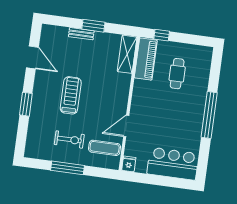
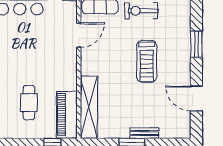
shelving: (127, 54) -> (89, 107), width x1.47

